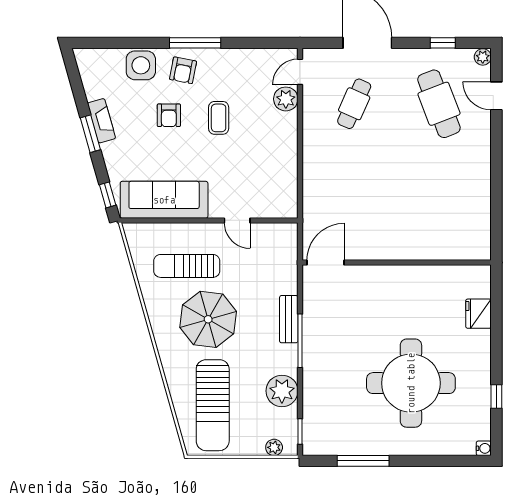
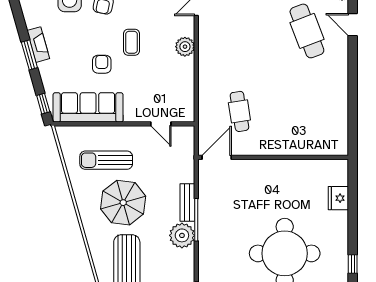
plant: (286, 99) -> (185, 47), moved
cafe table: (354, 104) -> (239, 111), moved, turned -33
armchair: (169, 115) -> (102, 64), moved, turned 180
door: (237, 220) -> (161, 124), moved
plant: (282, 391) -> (182, 235), moved

